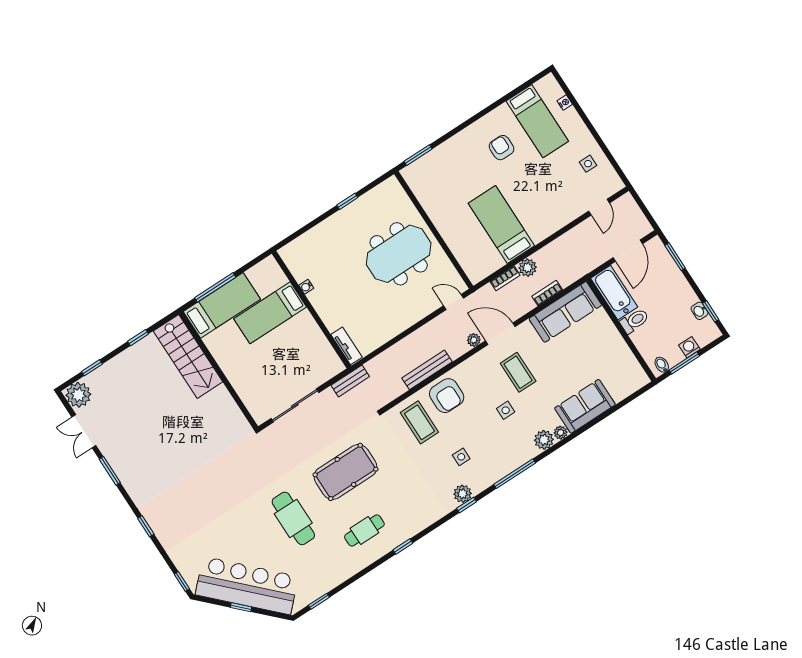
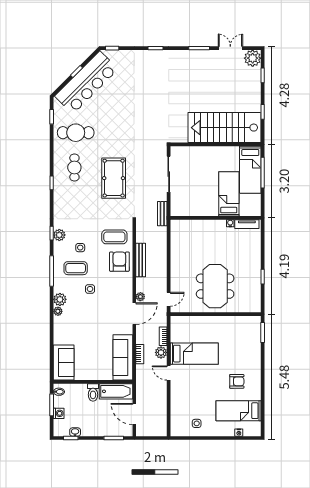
door: (599, 207) -> (169, 373), moved
tv unit: (347, 346) -> (247, 224), moved
stairs: (188, 356) -> (225, 128), width x1.36, depth x1.51
coffee table: (518, 372) -> (76, 268), moved
armchair: (447, 396) -> (119, 262), turned 90
sofa: (585, 406) -> (64, 362), moved
cafe table: (293, 518) -> (76, 133), moved

